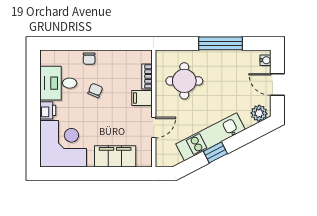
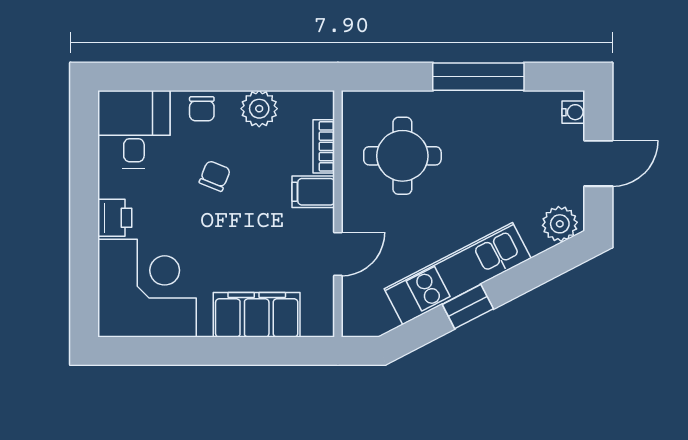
plant: (116, 59) -> (259, 109), added
desk: (58, 83) -> (134, 129), moved, turned 90
door: (277, 85) -> (598, 163), swing flipped

